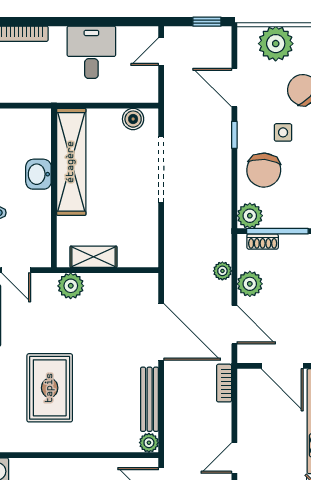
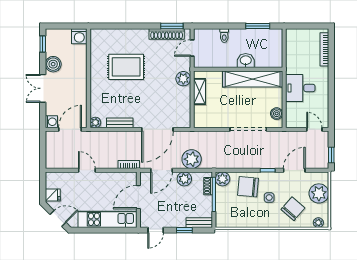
desk: (91, 52) -> (300, 88), moved, turned 180
plant: (222, 271) -> (192, 159), width x1.87, depth x1.87
bench: (150, 399) -> (120, 123), width x0.73

